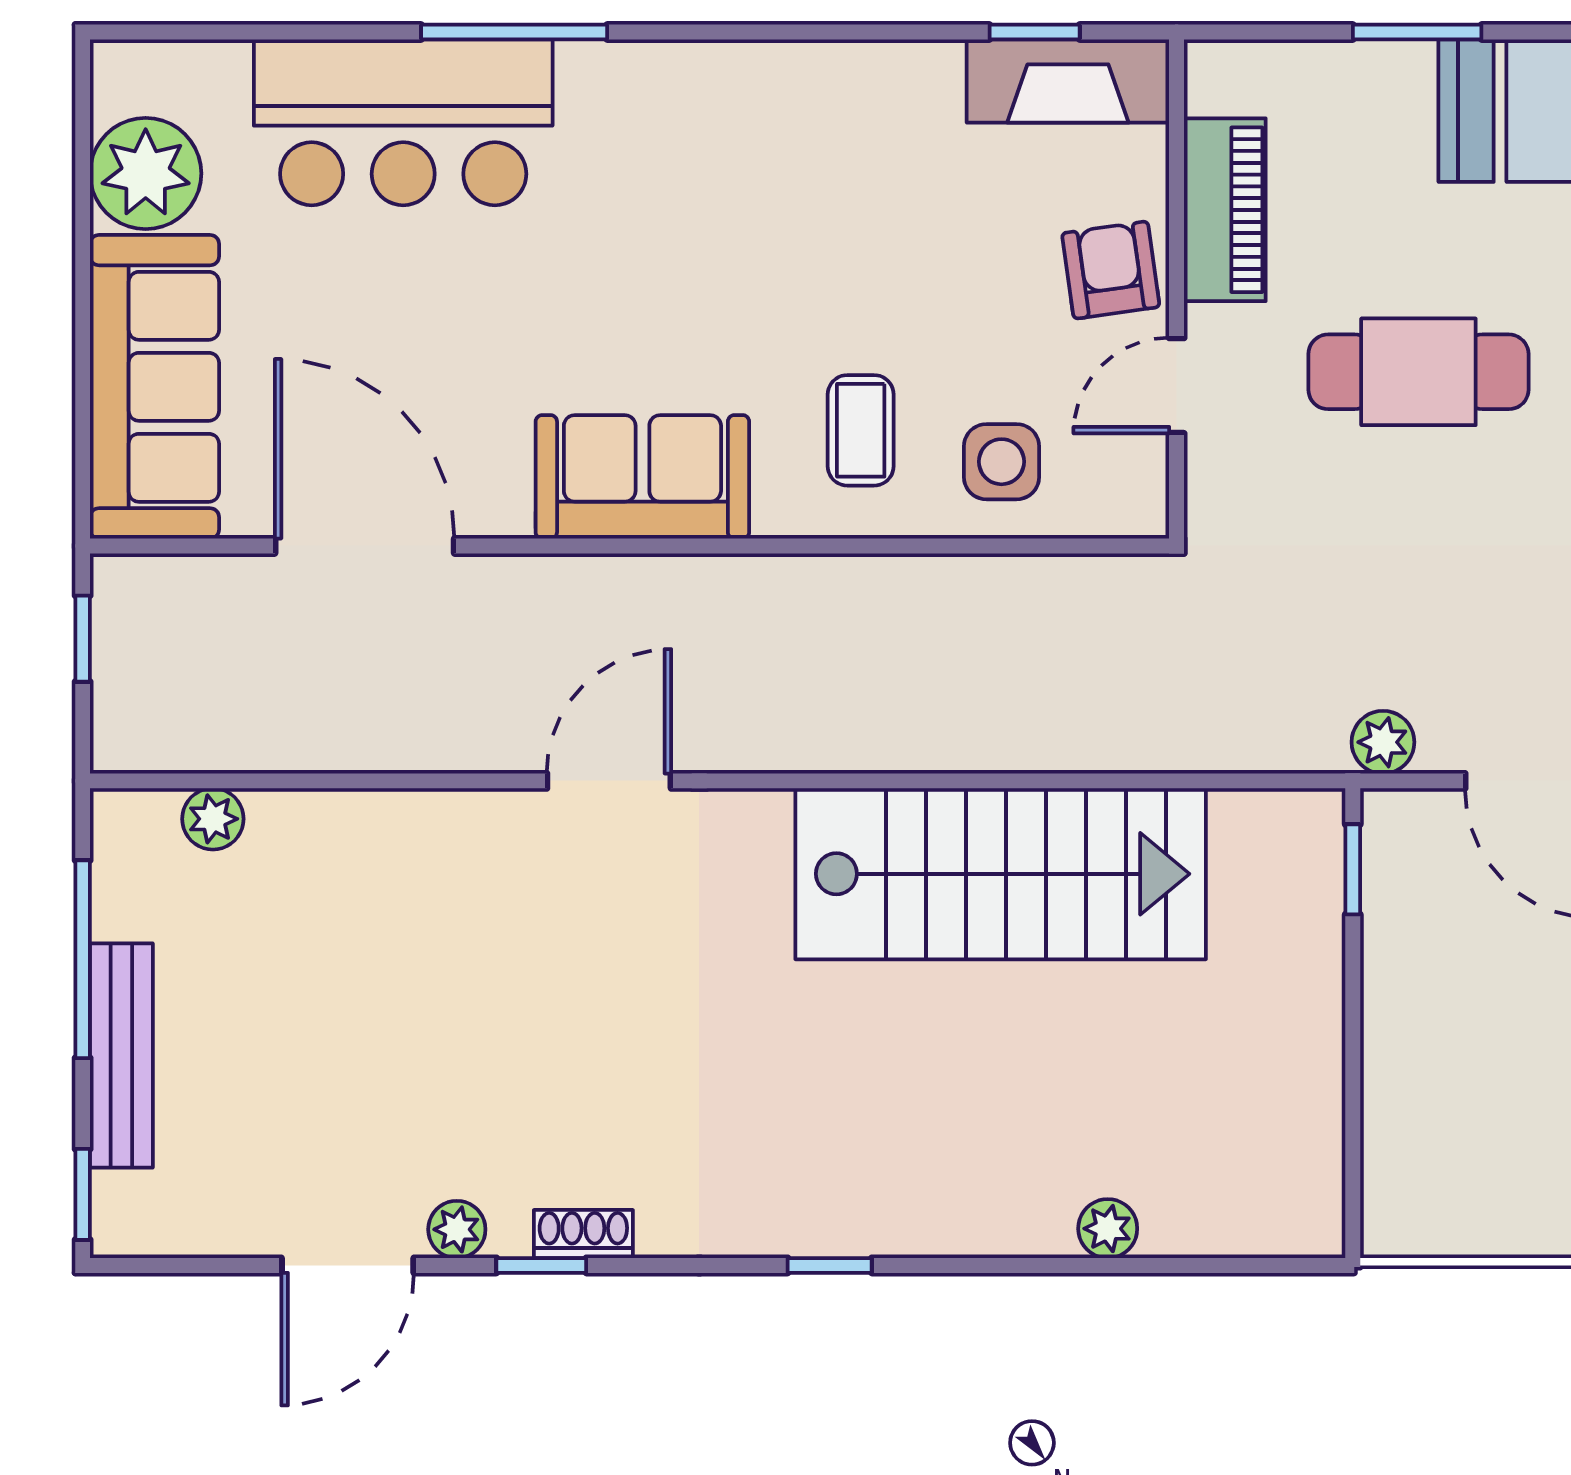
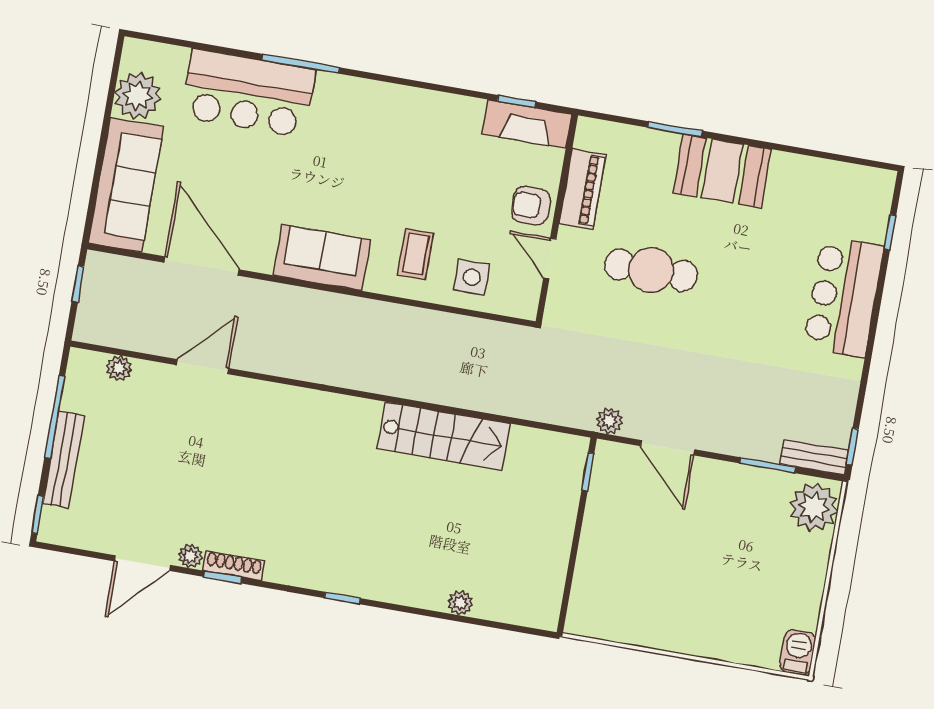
armchair: (1111, 270) -> (531, 206), turned -82
door: (1177, 386) -> (550, 258), hinge flipped
door: (609, 781) -> (202, 367), moved
stairs: (1001, 874) -> (444, 436), width x0.73, depth x0.66
shoe rack: (583, 1234) -> (234, 566), width x1.43

